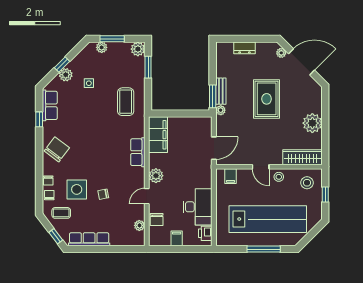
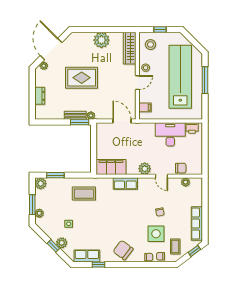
filing cabinet: (177, 238) -> (196, 152), removed

